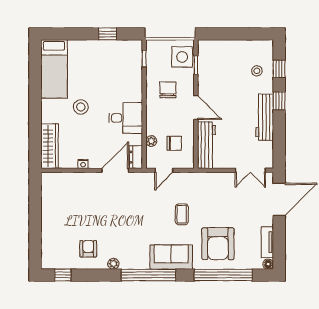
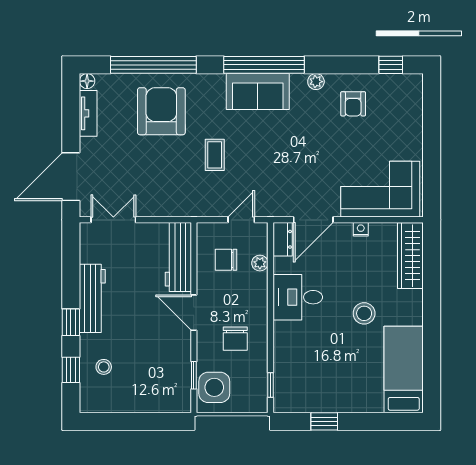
corner sofa: (70, 191) -> (380, 189), added
sofa: (171, 257) -> (258, 91), moved

